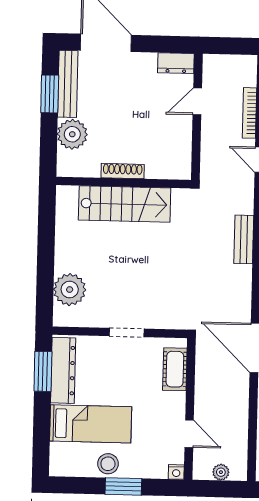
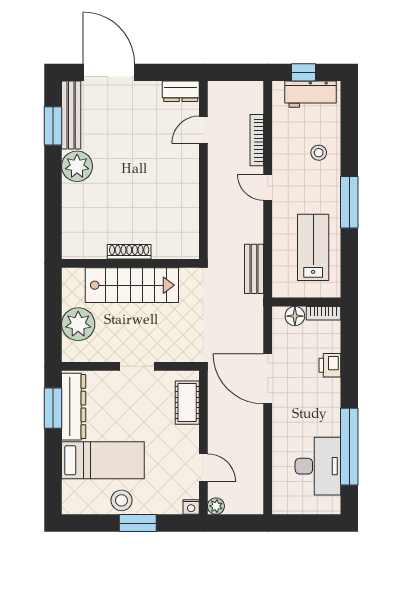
shoe rack: (123, 171) -> (129, 252), moved
wall: (124, 183) -> (130, 263), moved
stairs: (125, 204) -> (132, 285), moved
plant: (221, 472) -> (216, 506), moved

